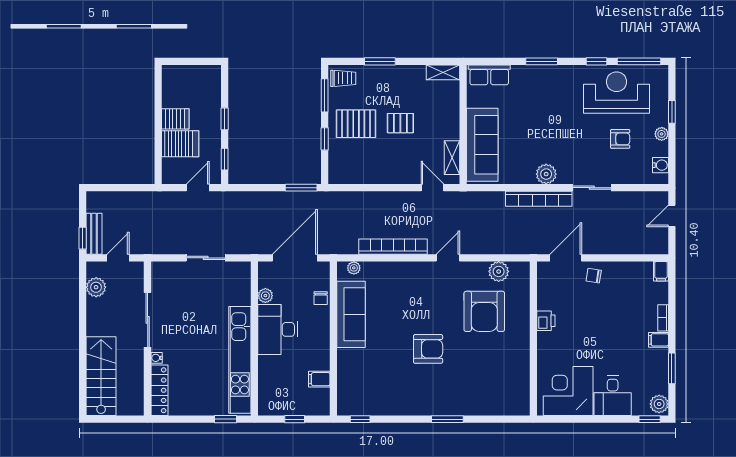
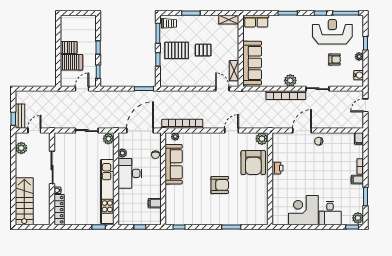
bookcase: (393, 247) -> (182, 124), moved
plant: (242, 272) -> (108, 139), added
printer: (546, 321) -> (277, 168), moved
wall: (533, 339) -> (270, 179), moved

